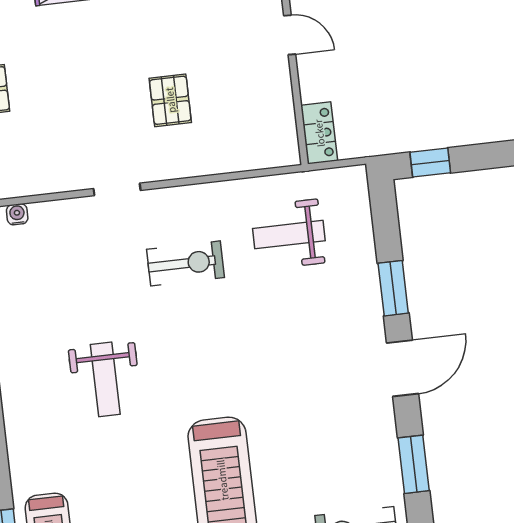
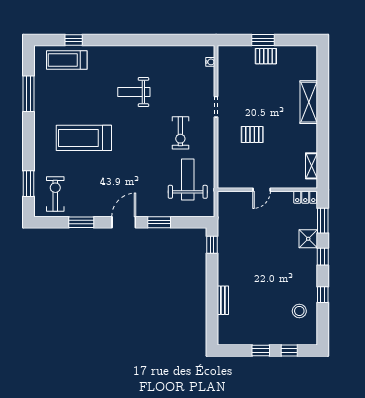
door: (290, 35) -> (262, 190), moved
locker: (319, 133) -> (230, 198), removed
weight bench: (289, 235) -> (188, 179), width x1.36, depth x1.33
door: (402, 368) -> (124, 222), swing flipped

